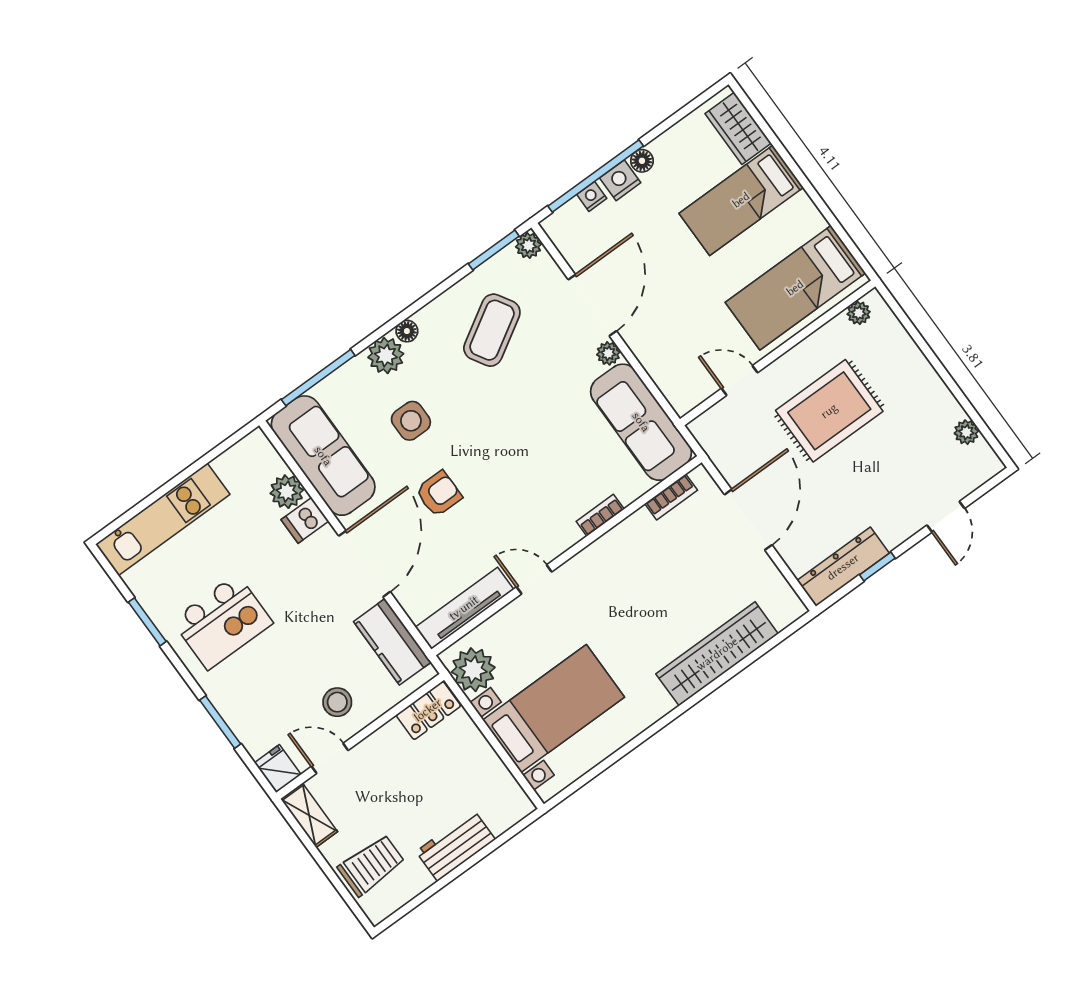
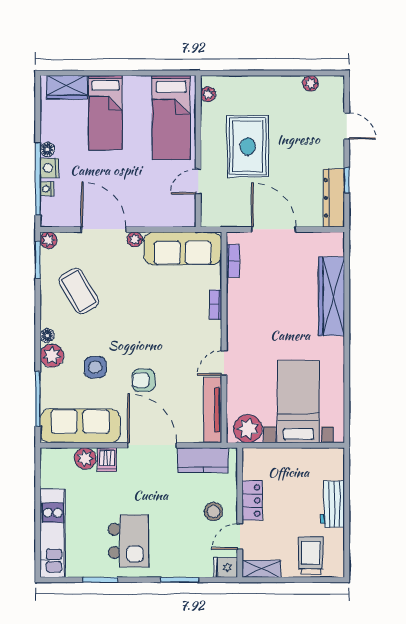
armchair: (439, 494) -> (144, 380), turned -90
locker: (428, 710) -> (252, 500), moved

